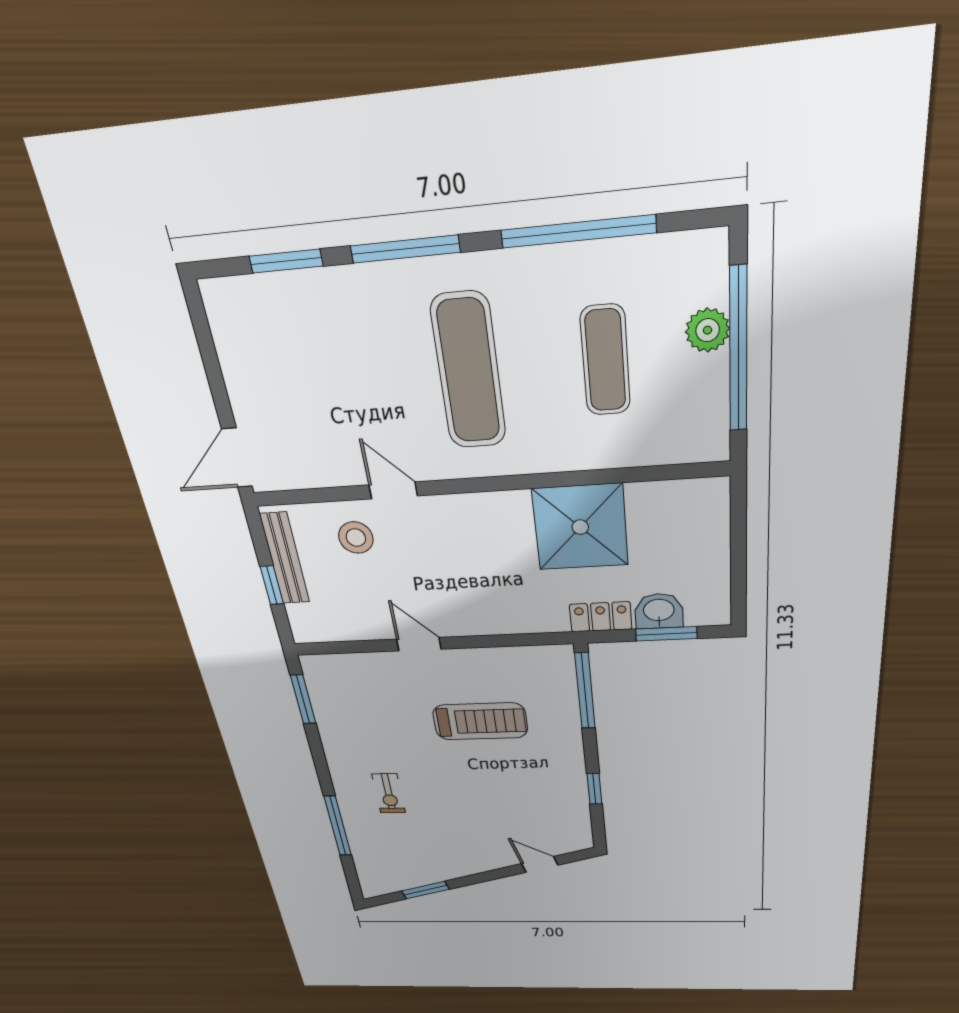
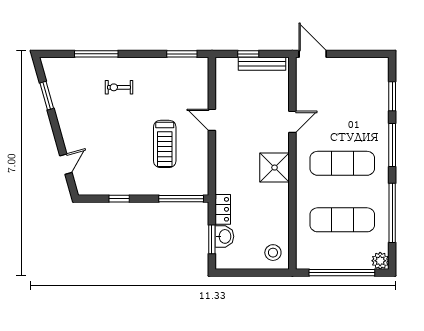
plant: (708, 330) -> (380, 261), moved
exercise mat: (605, 361) -> (342, 220), width x1.36, depth x1.45
shower: (580, 527) -> (275, 168), moved, width x0.73, depth x0.73
stool: (356, 538) -> (273, 253), moved
door: (419, 644) -> (212, 120), swing flipped

